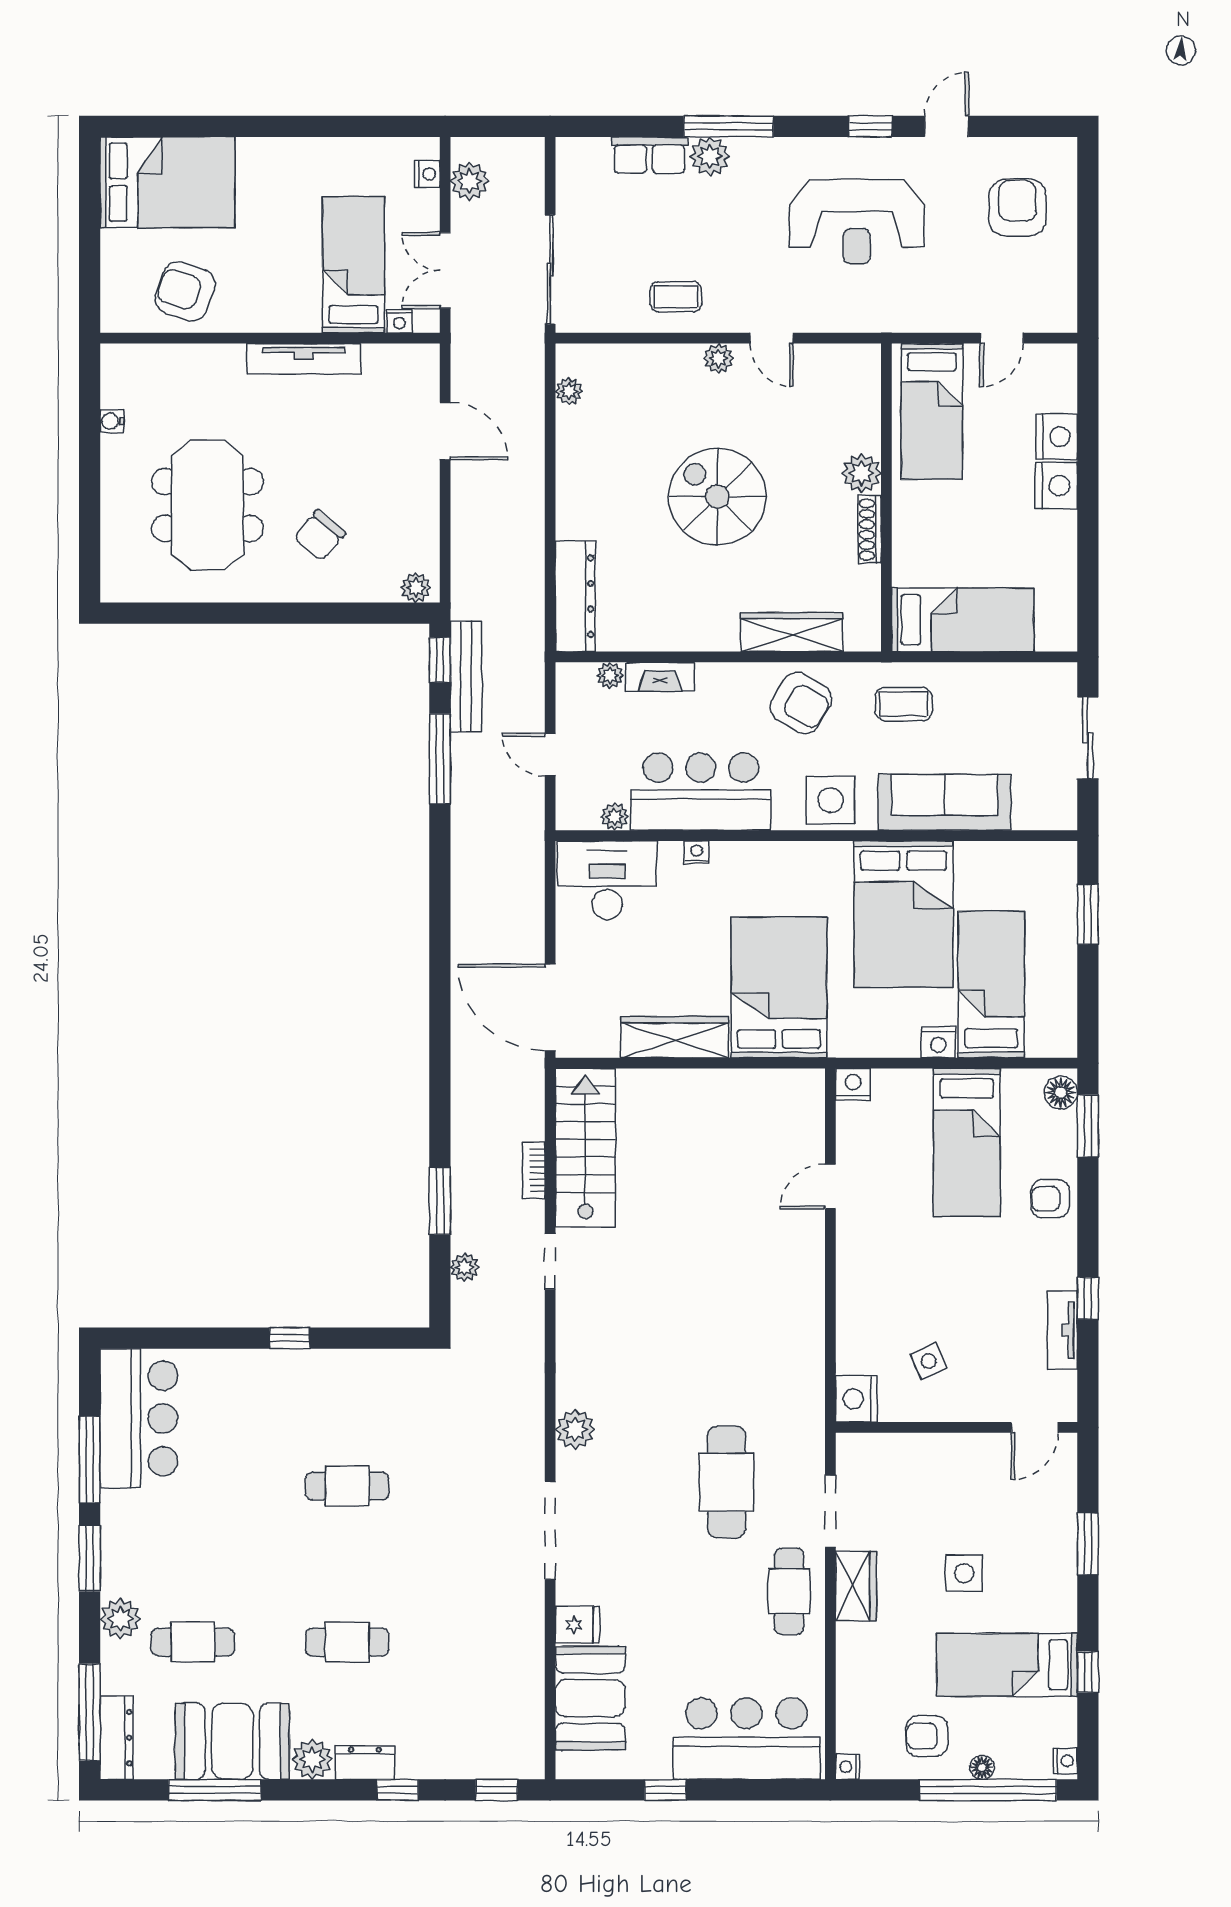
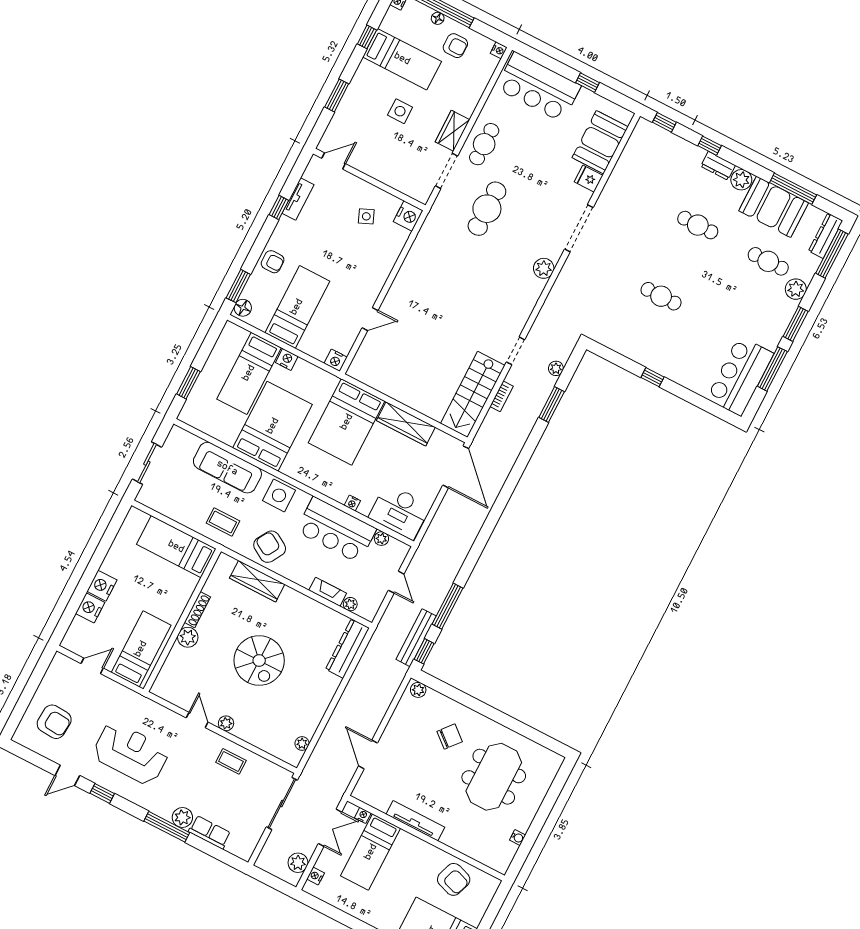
armchair: (1017, 208) -> (54, 722), turned -86

